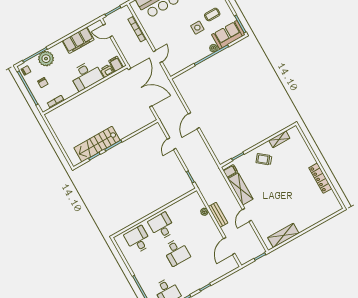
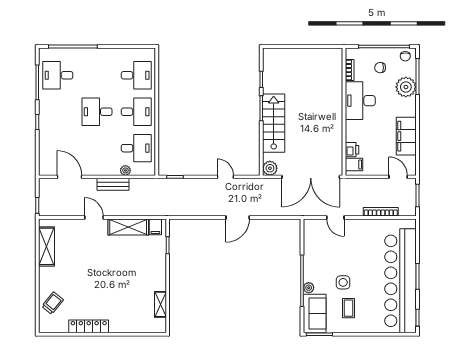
door: (108, 30) -> (398, 177), hinge flipped
desk: (86, 75) -> (360, 101), moved
plant: (149, 118) -> (270, 168), added
door: (194, 121) -> (238, 218), swing flipped
stairs: (97, 144) -> (274, 123), moved
trolley: (264, 159) -> (53, 303), moved
desk: (186, 213) -> (136, 148), added

